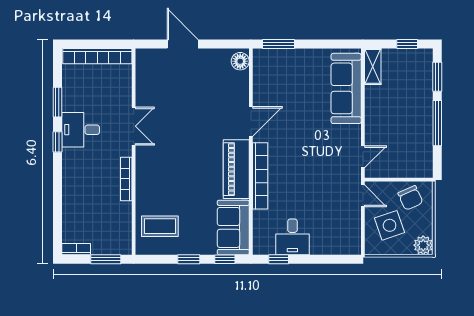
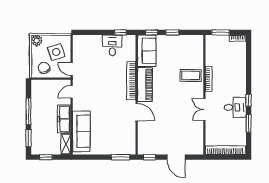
window: (228, 44) -> (150, 157), added
floor lamp: (240, 61) -> (143, 147), removed
freezer: (376, 110) -> (64, 119), added
door: (251, 122) -> (137, 112), swing flipped
coffee table: (160, 226) -> (191, 75), moved

